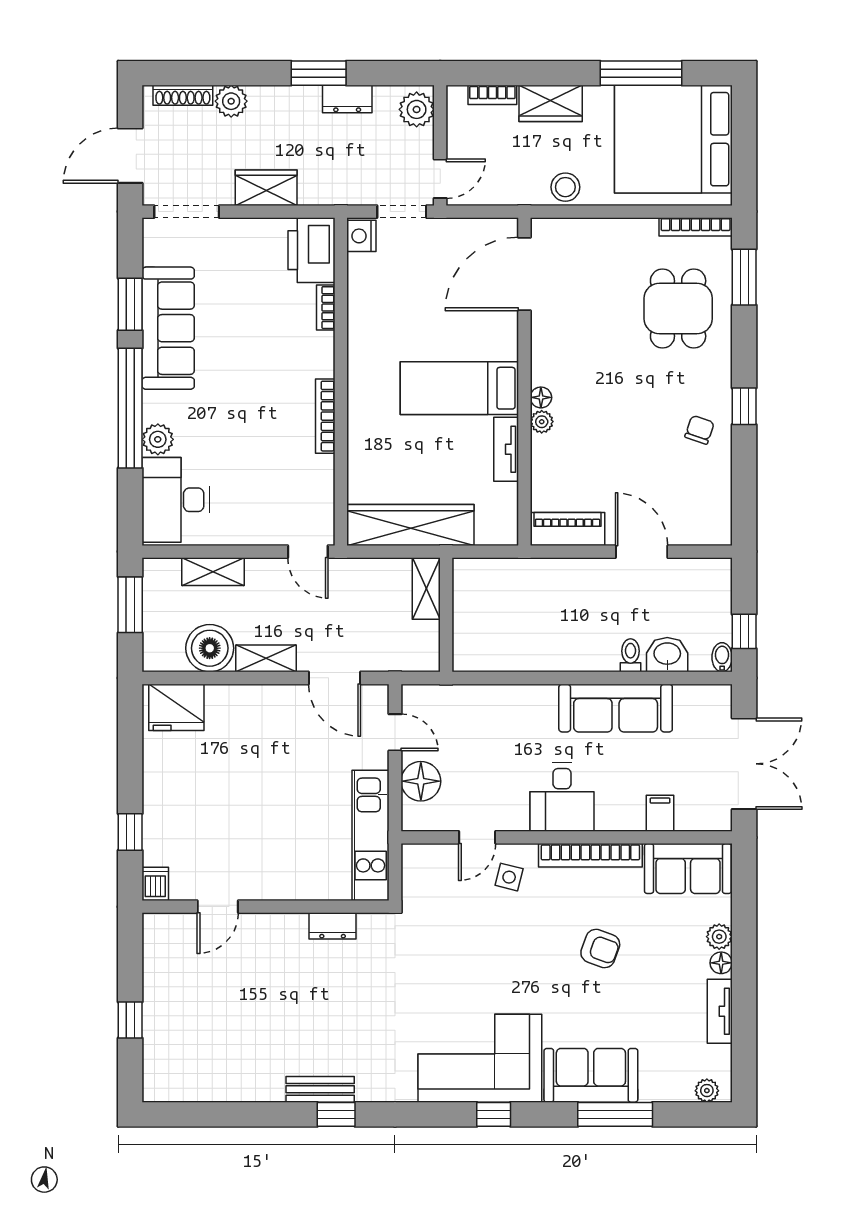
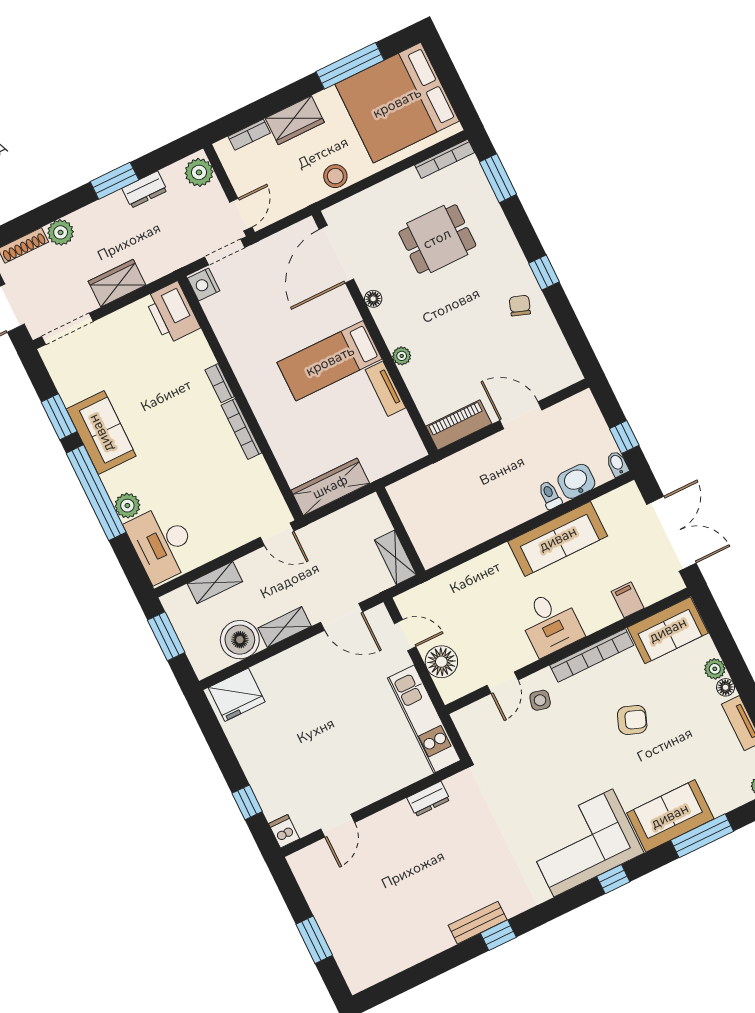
bookcase: (326, 308) -> (220, 383), moved
dining table: (678, 309) -> (437, 239), moved, turned 90
sofa: (168, 328) -> (101, 433), width x0.73
floor lamp: (541, 397) -> (373, 299), moved
wardrobe: (410, 525) -> (330, 487), width x0.71, depth x0.85
shelving: (426, 588) -> (395, 557), moved
window: (130, 1020) -> (314, 940), width x1.50

